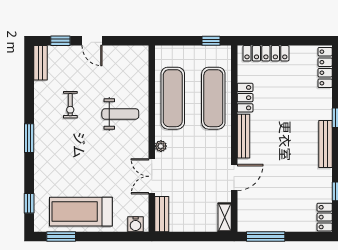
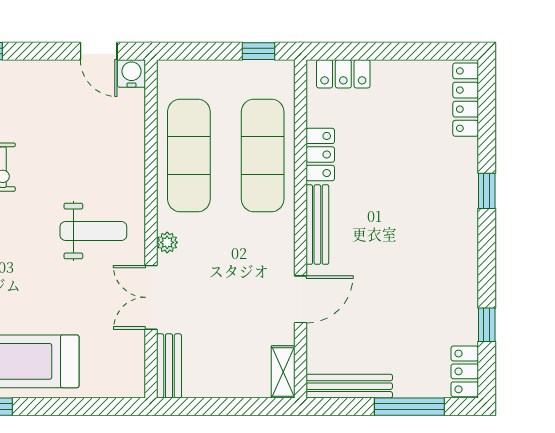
door: (92, 41) -> (99, 51), moved
locker: (266, 53) -> (343, 74), width x0.66
weight bench: (120, 114) -> (93, 231), moved
bench: (325, 144) -> (349, 386), moved, turned 90
water cooler: (136, 224) -> (132, 73), moved, turned 180
window: (266, 237) -> (409, 407), moved

